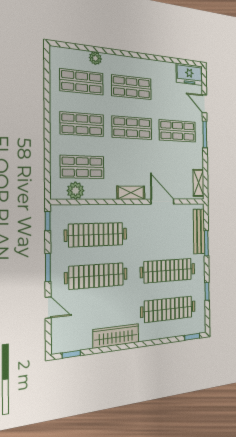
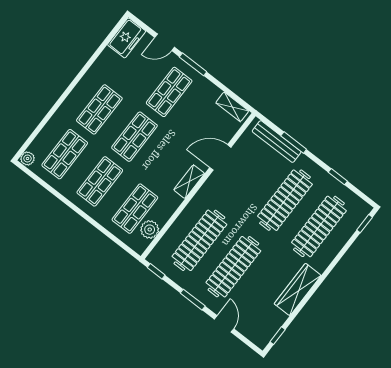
plant: (95, 58) -> (27, 158), moved
door: (48, 308) -> (224, 324), hinge flipped

